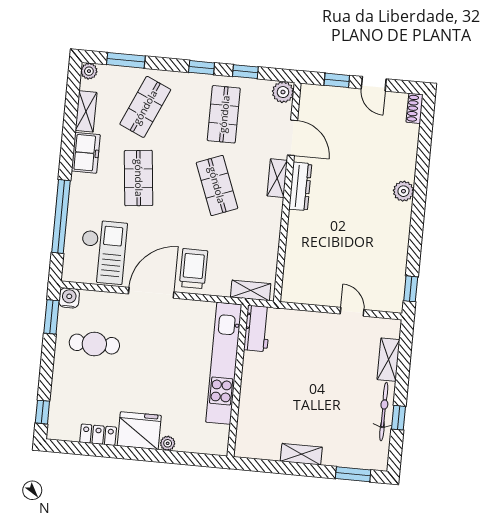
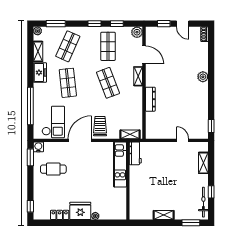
dresser: (300, 186) -> (150, 99), moved
kitchen unit: (224, 363) -> (120, 164), width x0.73
bicycle: (384, 412) -> (203, 202), moved

